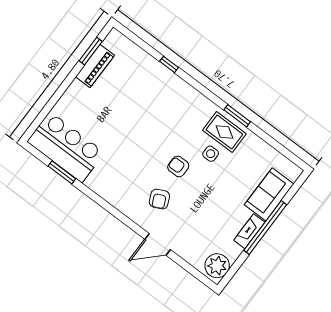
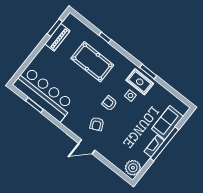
pool table: (150, 103) -> (92, 62), added
bar counter: (66, 147) -> (44, 94), width x1.36
door: (158, 244) -> (87, 147), moved

